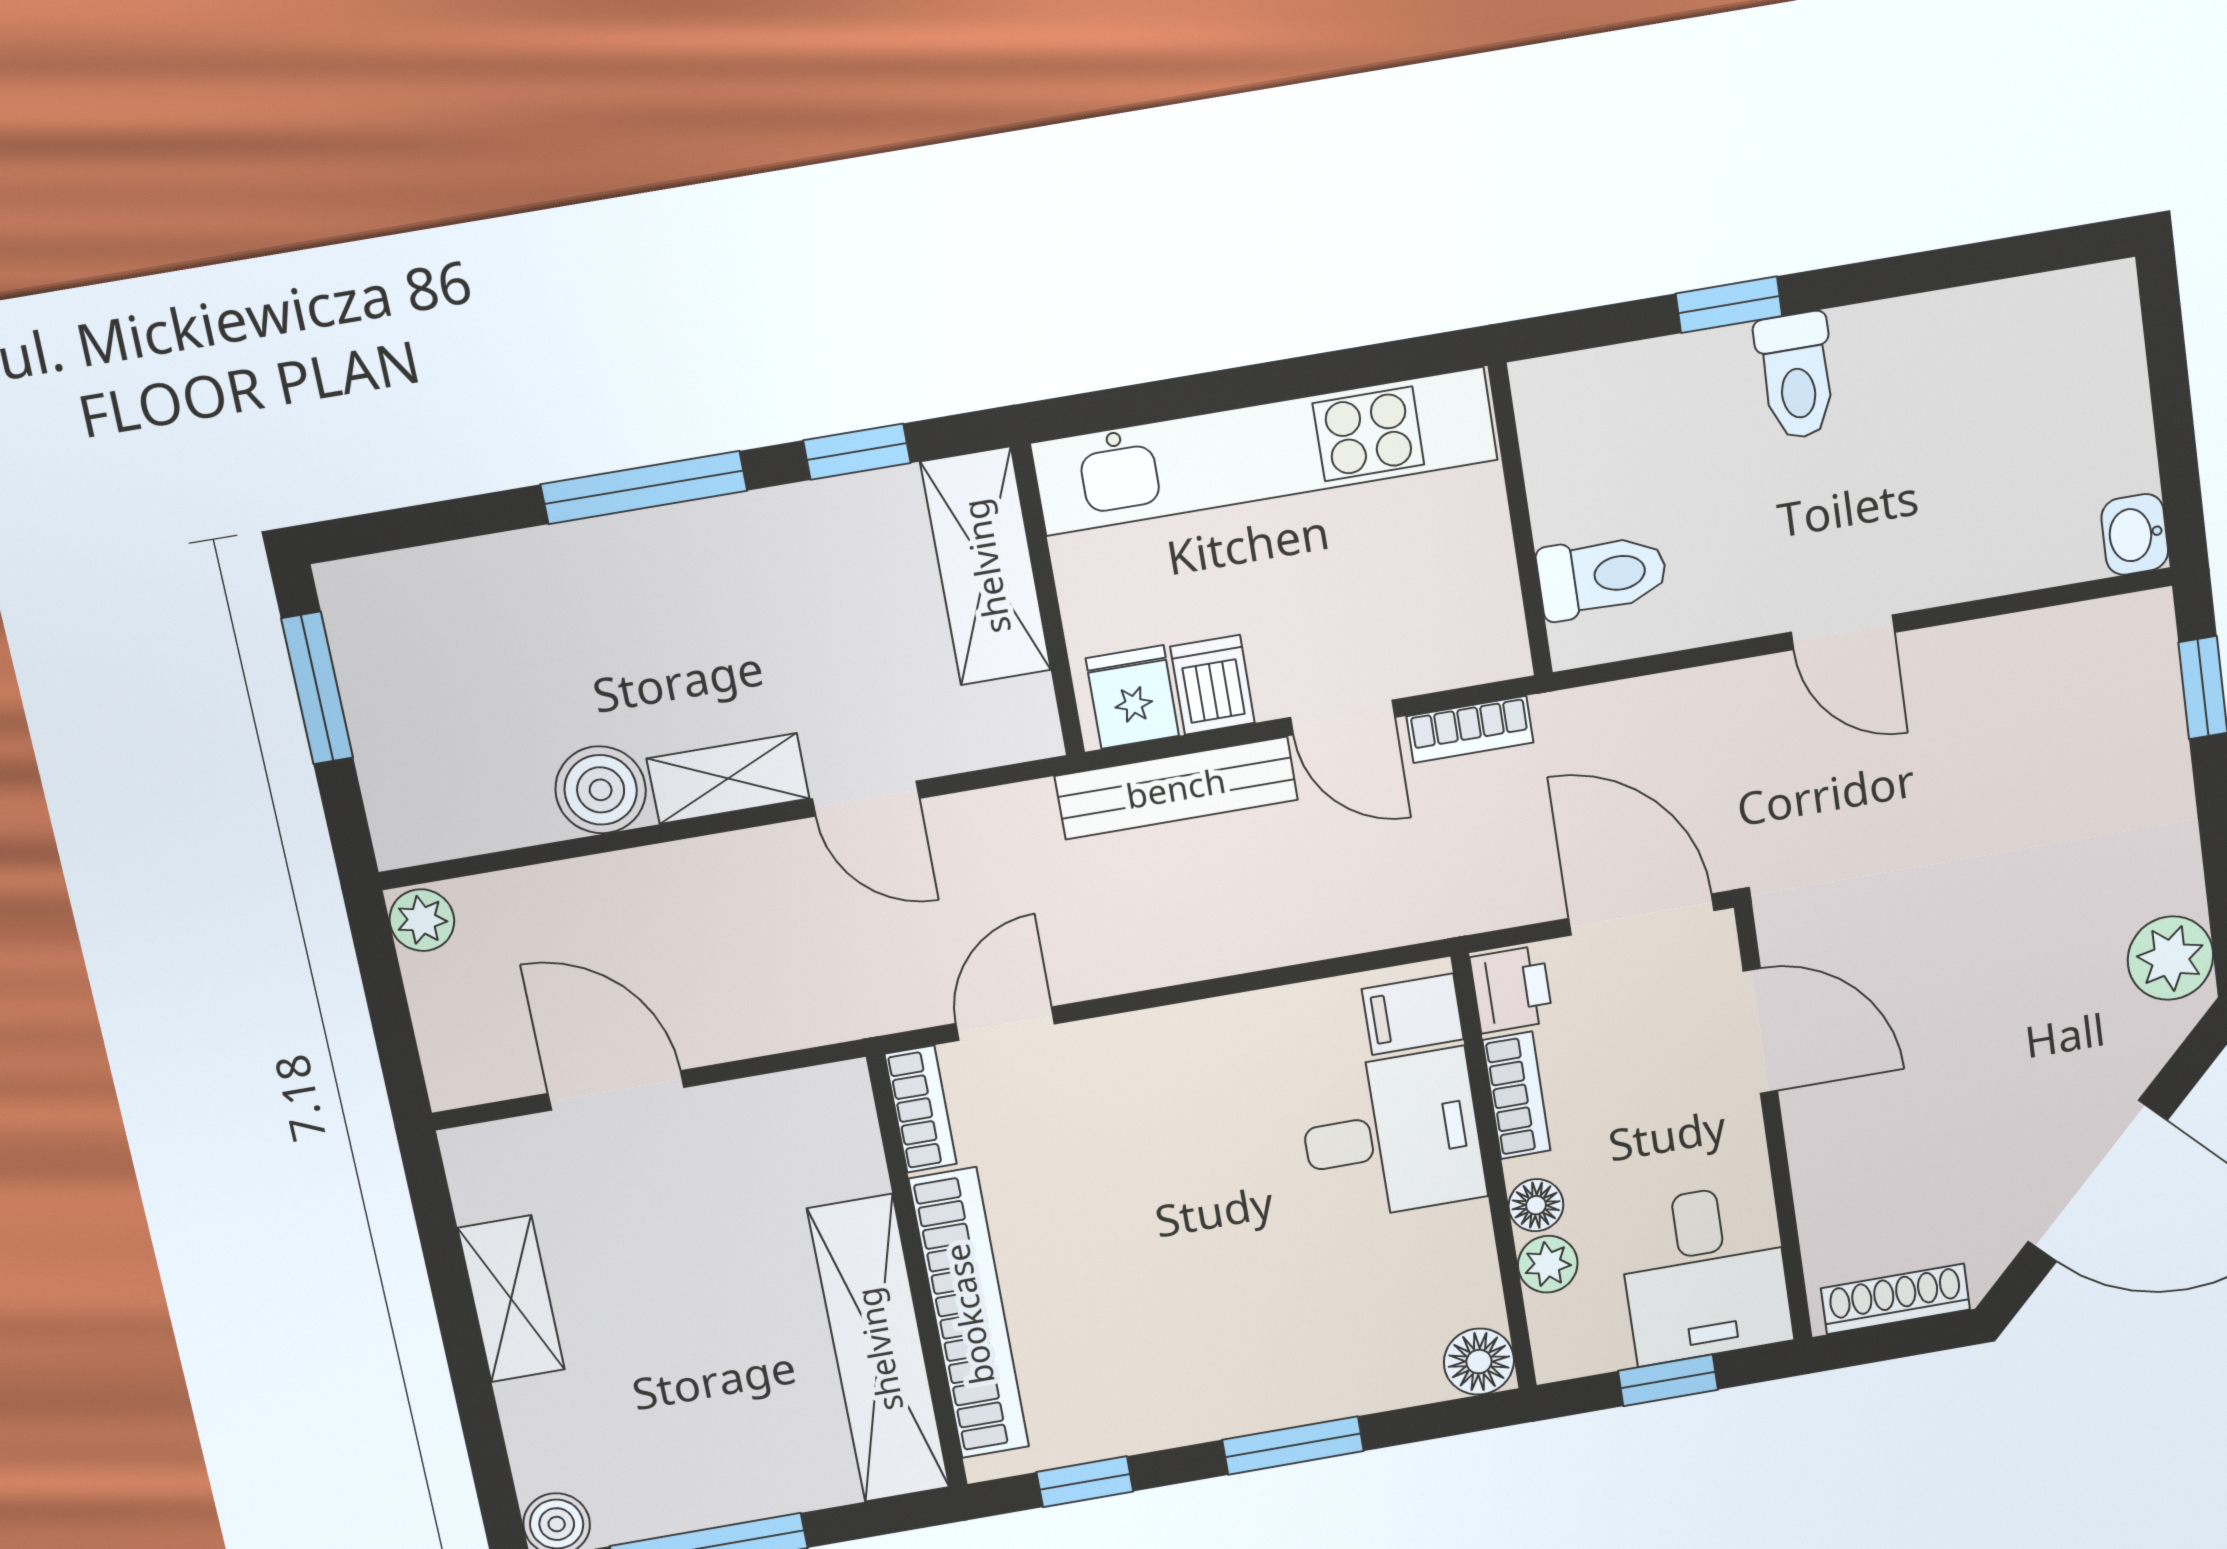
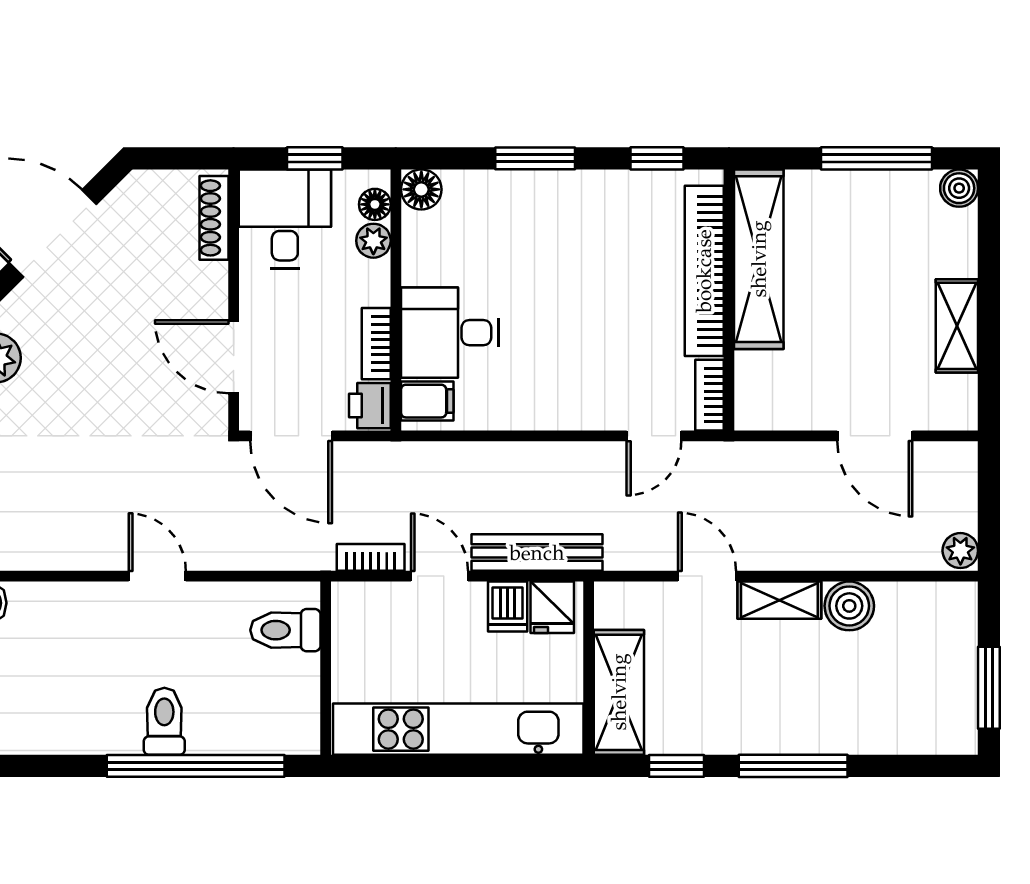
window: (1729, 305) -> (196, 766), width x3.17
floor lamp: (1536, 1205) -> (375, 204), moved
shoe rack: (1895, 1299) -> (214, 218), moved, turned 90

